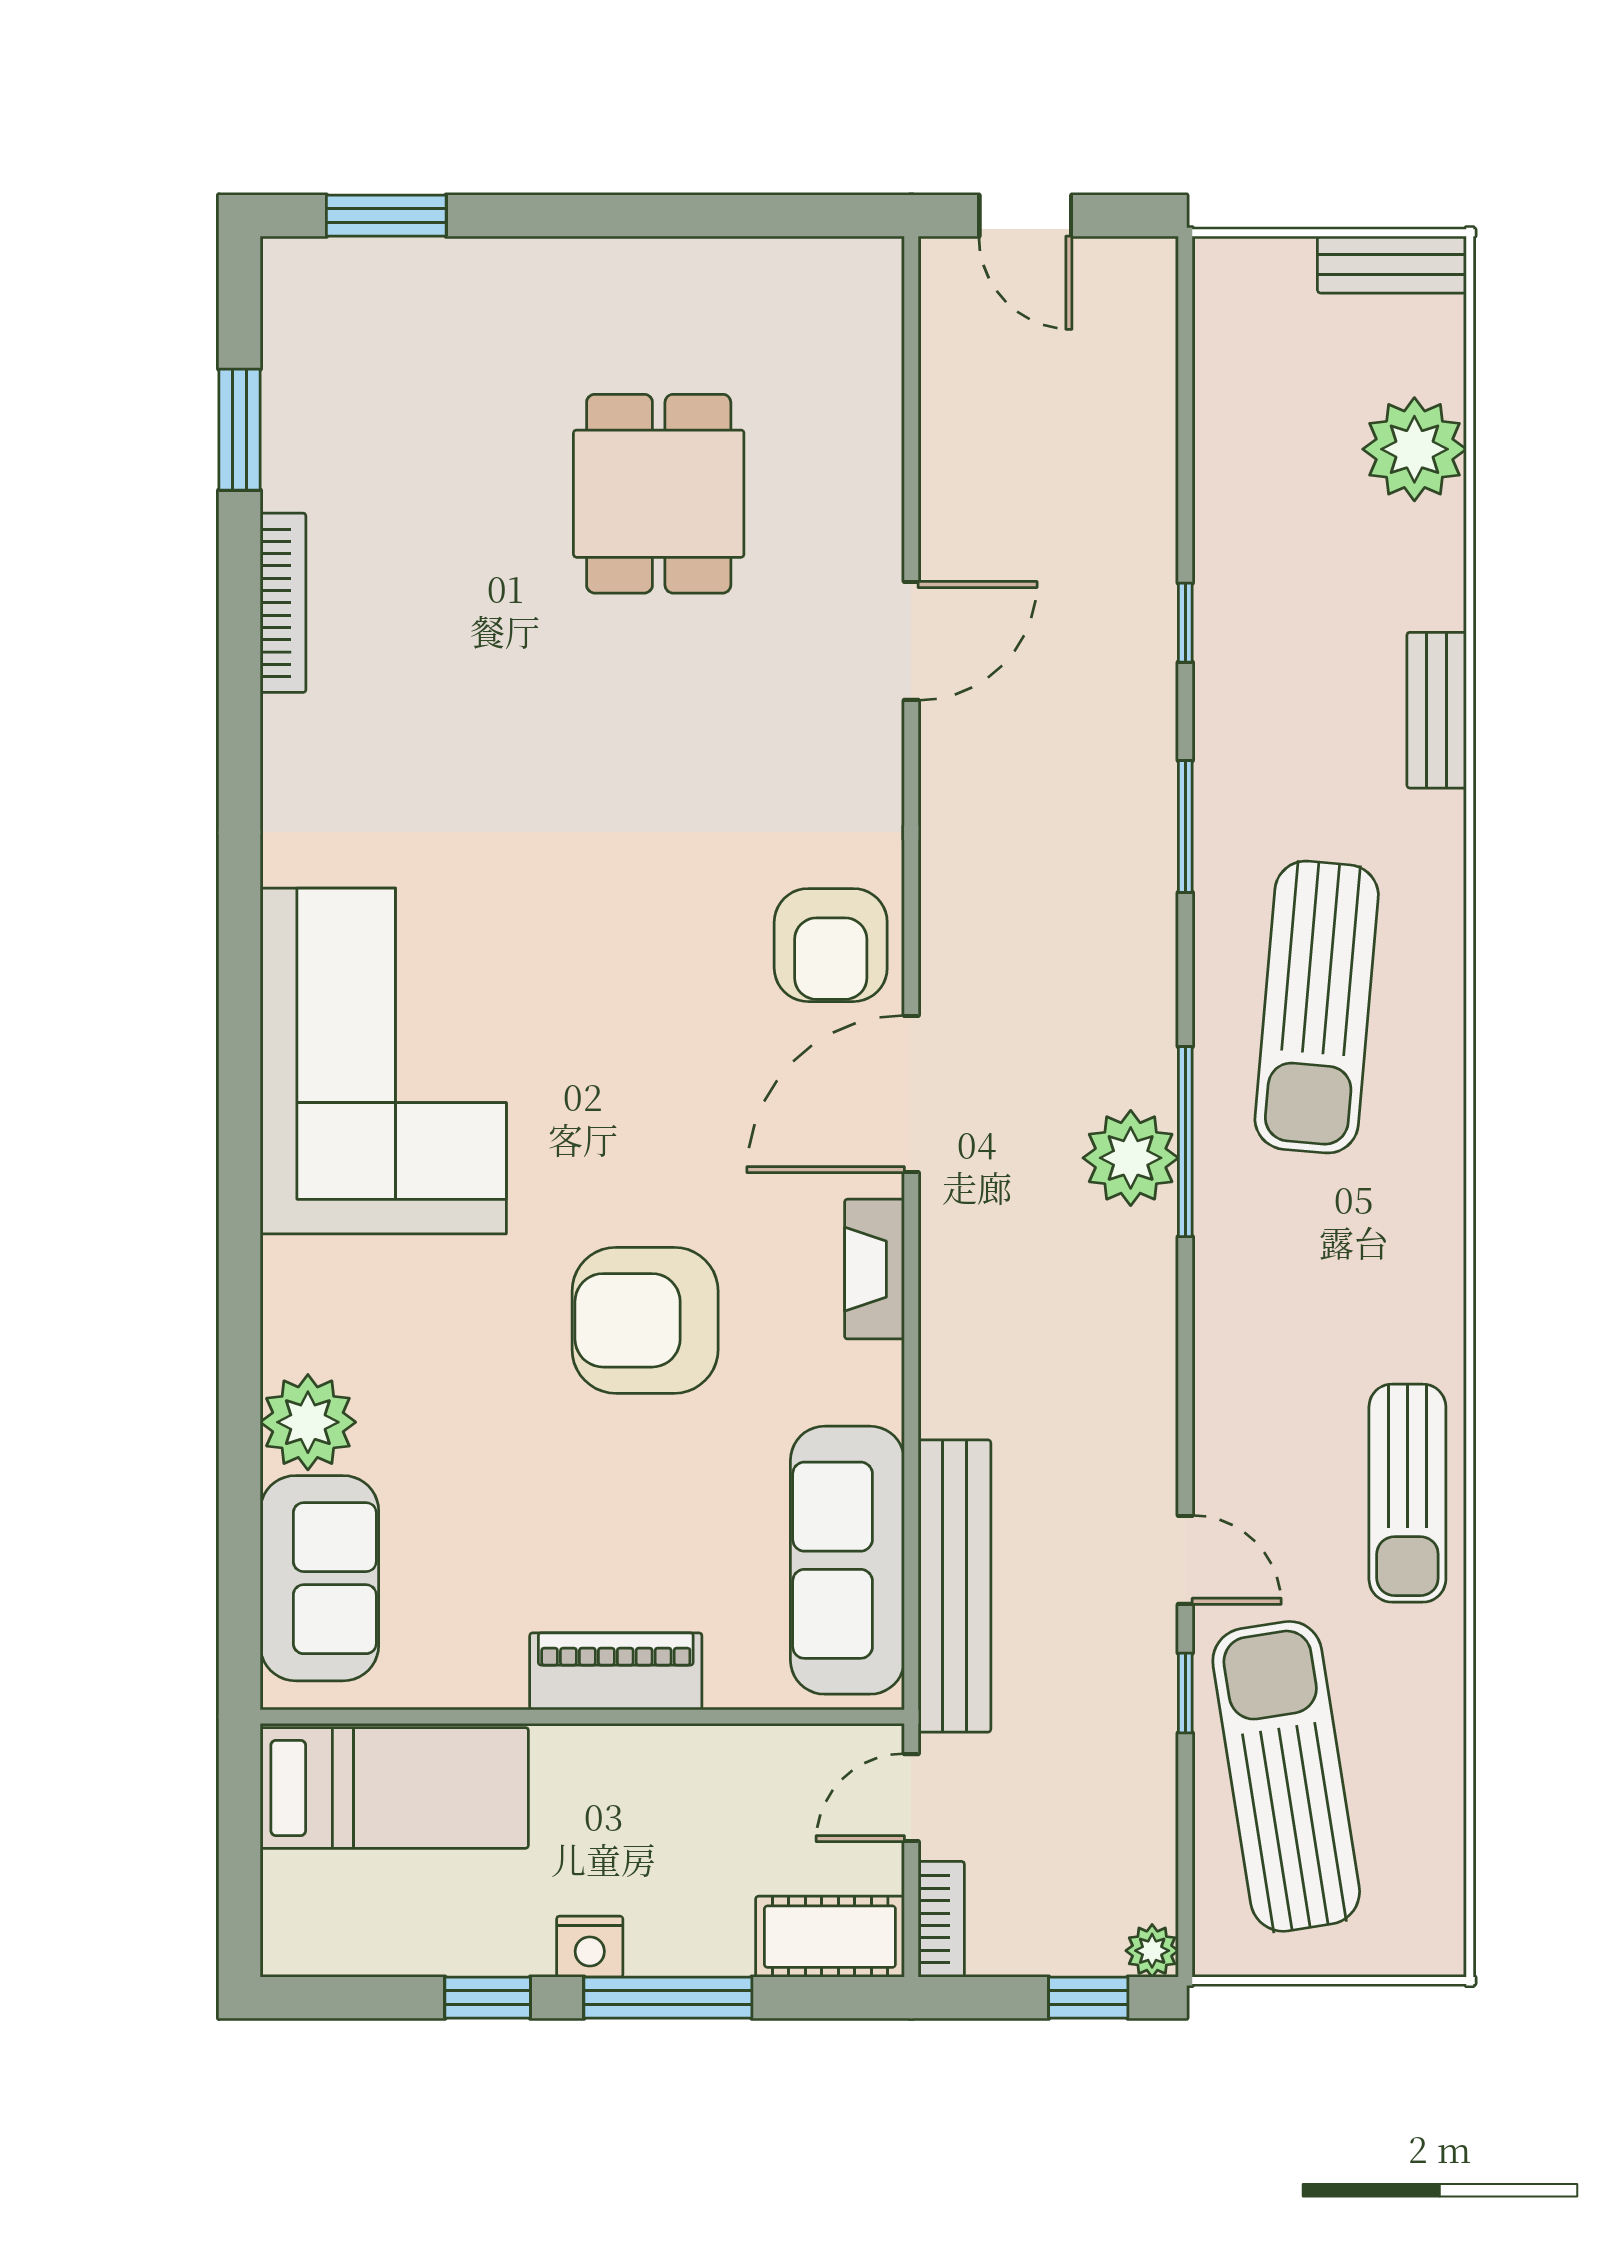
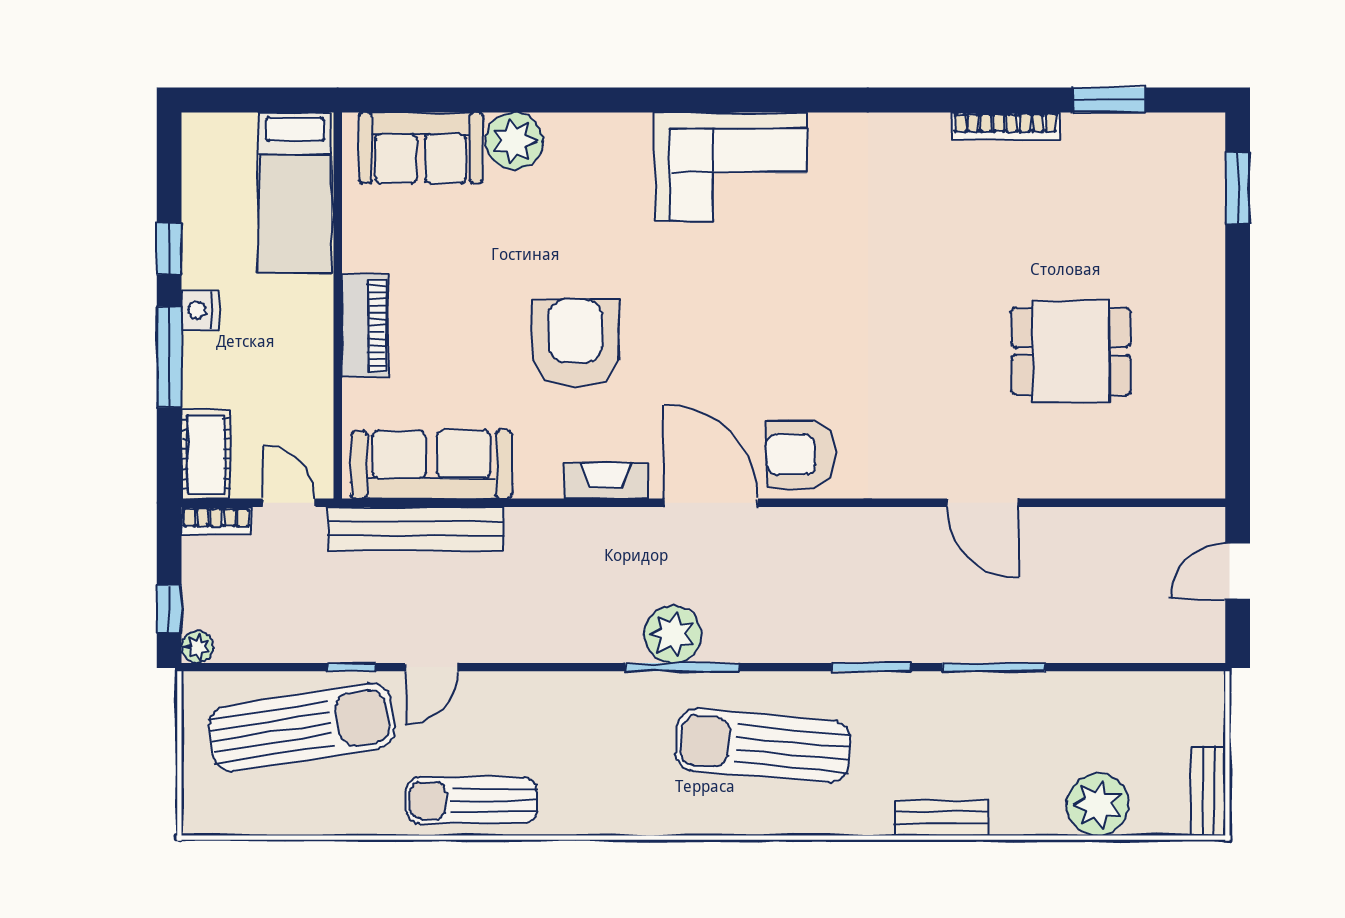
window: (1185, 623) -> (994, 667), width x2.17
corner sofa: (383, 1061) -> (731, 167), width x0.73, depth x0.74

